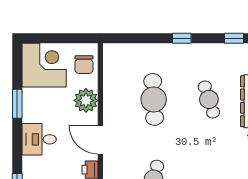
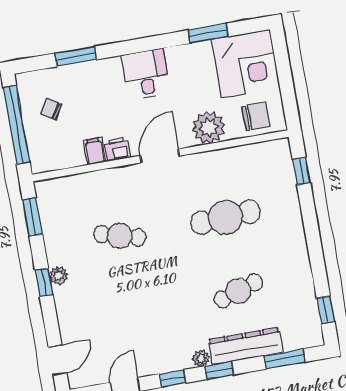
window: (182, 38) -> (301, 171), moved
chair: (84, 65) -> (256, 117), turned 180
window: (17, 104) -> (208, 33), moved

